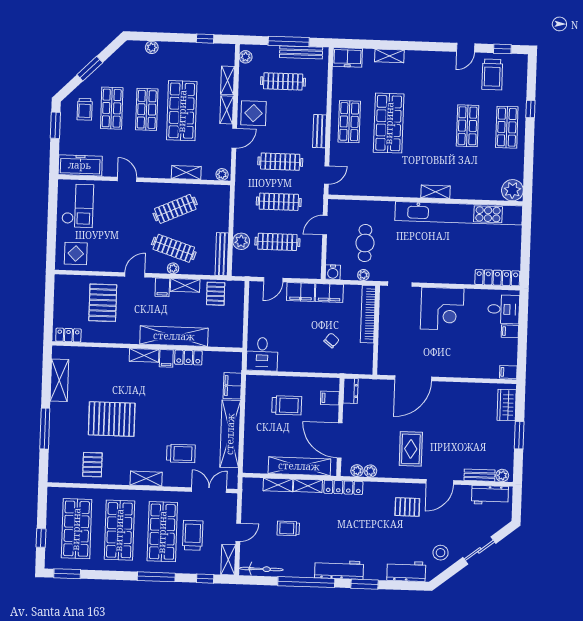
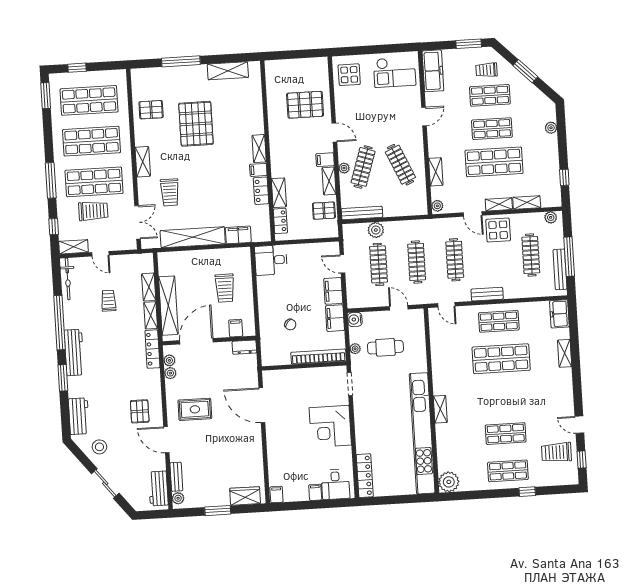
locker: (68, 335) -> (280, 221), moved
shelving: (174, 336) -> (279, 193), width x0.45, depth x0.75

